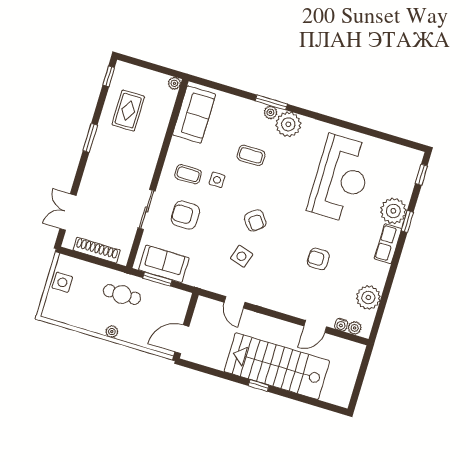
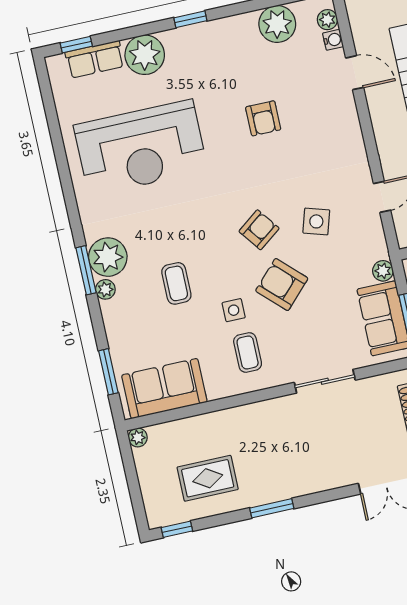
window: (222, 88) -> (108, 372), added
window: (271, 102) -> (86, 270), moved
reception desk: (341, 179) -> (141, 148), turned 180
armchair: (185, 215) -> (282, 285), moved, turned 134
window: (407, 221) -> (190, 19), moved
row of seats: (388, 244) -> (95, 59), moved
plant: (192, 279) -> (383, 271), added

